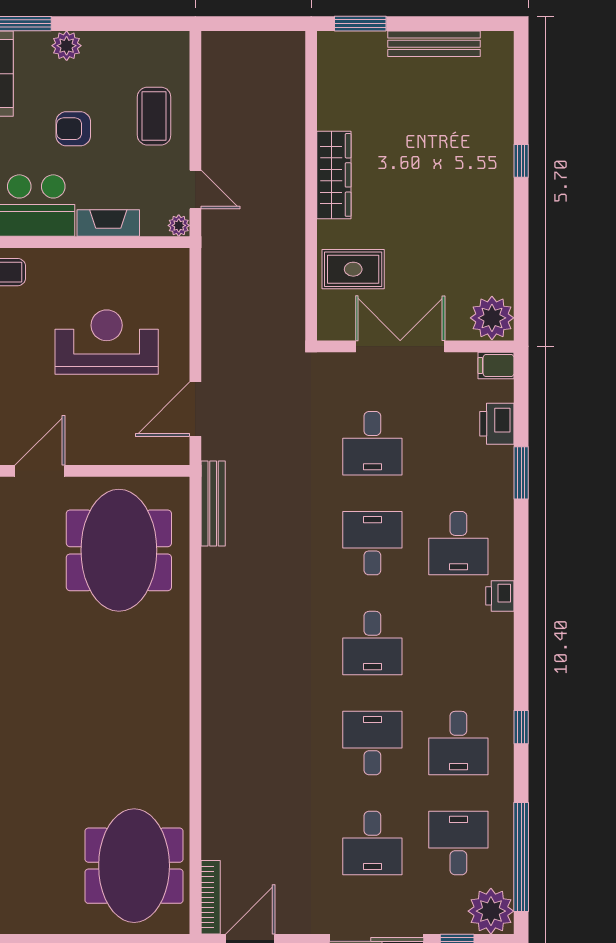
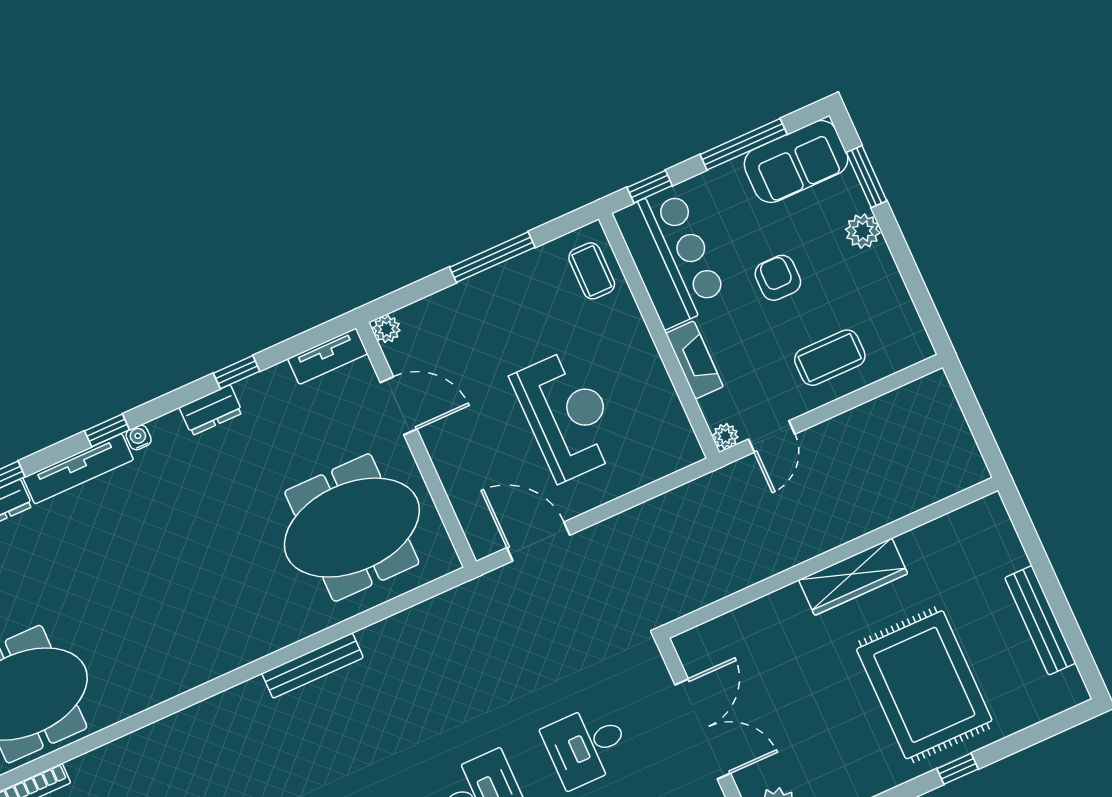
window: (360, 24) -> (1027, 532), removed
rug: (353, 269) -> (924, 685), moved, width x1.86, depth x2.06
bench: (213, 503) -> (313, 666), moved

